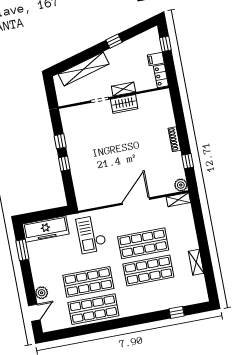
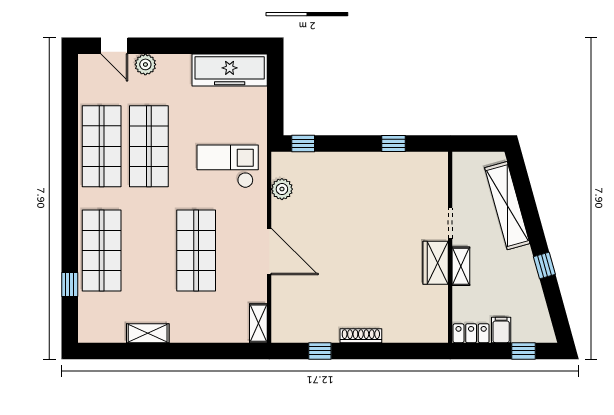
window: (64, 164) -> (303, 143), moved
plant: (181, 185) -> (282, 189), moved
freezer: (46, 229) -> (230, 70), moved, turned -90
window: (22, 250) -> (223, 46), removed
shop shelf: (148, 271) -> (102, 250), moved

